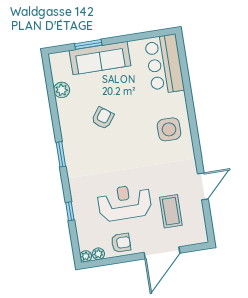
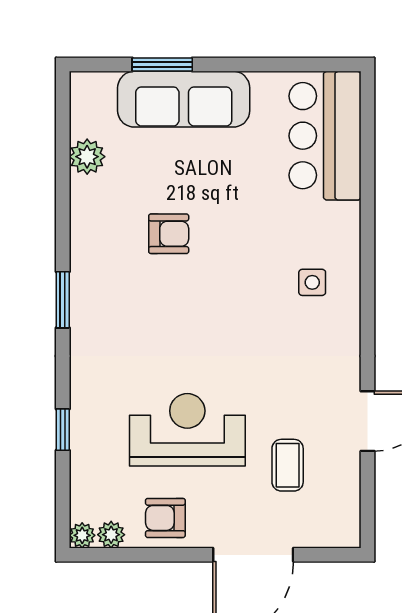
armchair: (103, 118) -> (169, 234), turned 54
side table: (169, 129) -> (312, 282), width x0.54, depth x0.54
coffee table: (171, 211) -> (288, 465), width x0.73, depth x0.77
armchair: (121, 243) -> (165, 518), turned 180

